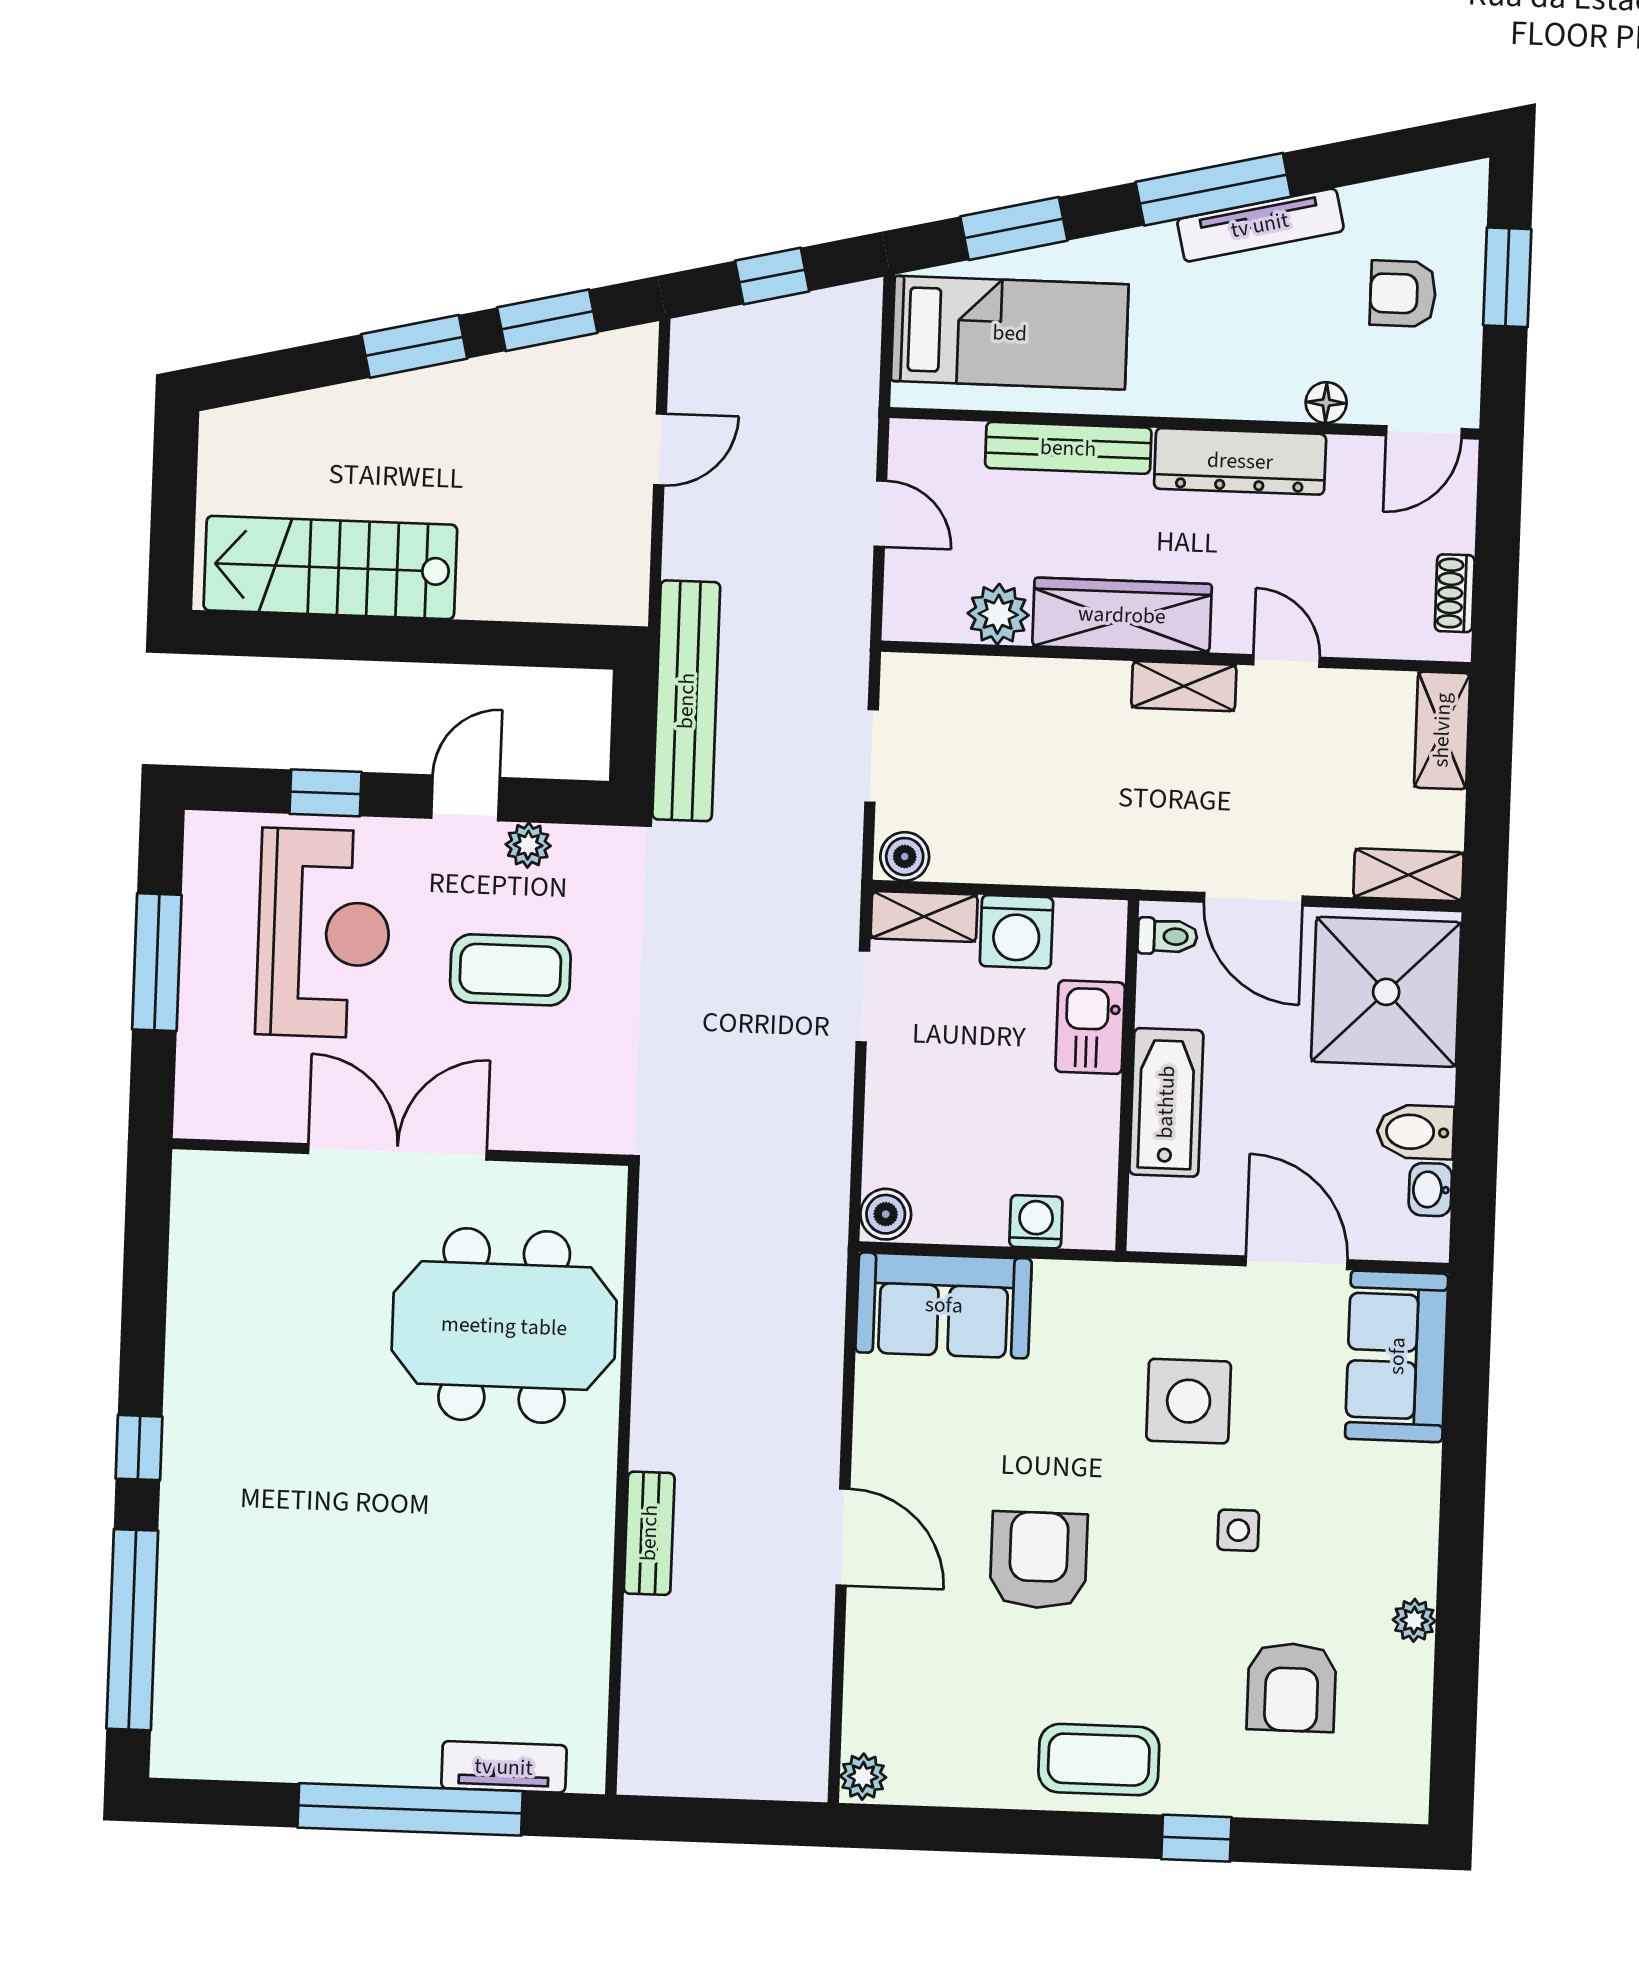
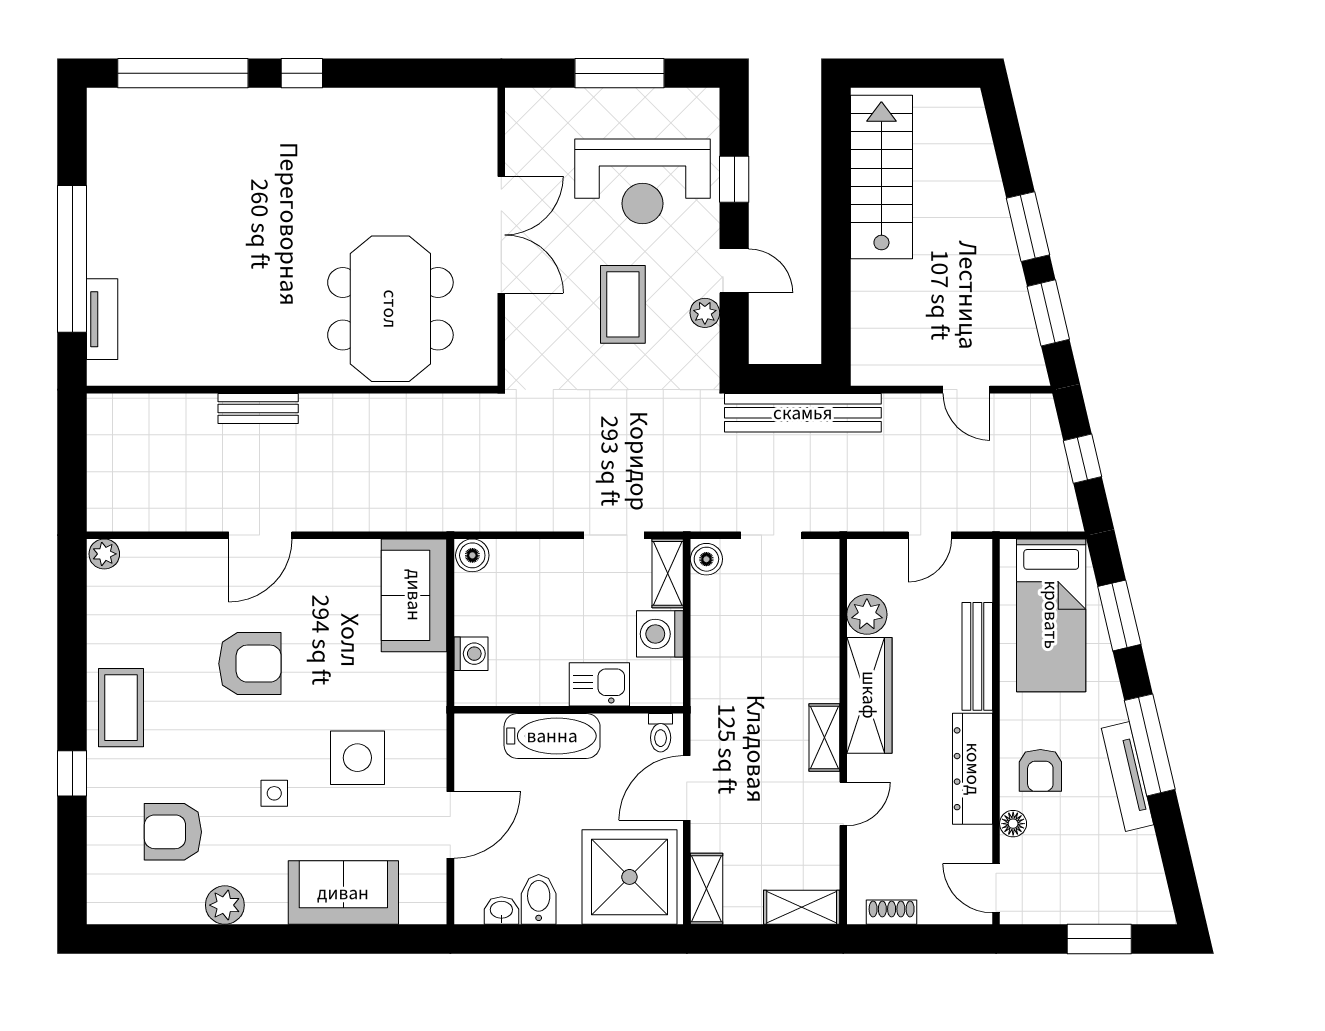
armchair: (1403, 294) -> (1040, 770), moved, turned 180
sofa: (1397, 1356) -> (343, 893), moved
plant: (1414, 1620) -> (225, 905), width x1.38, depth x1.38

